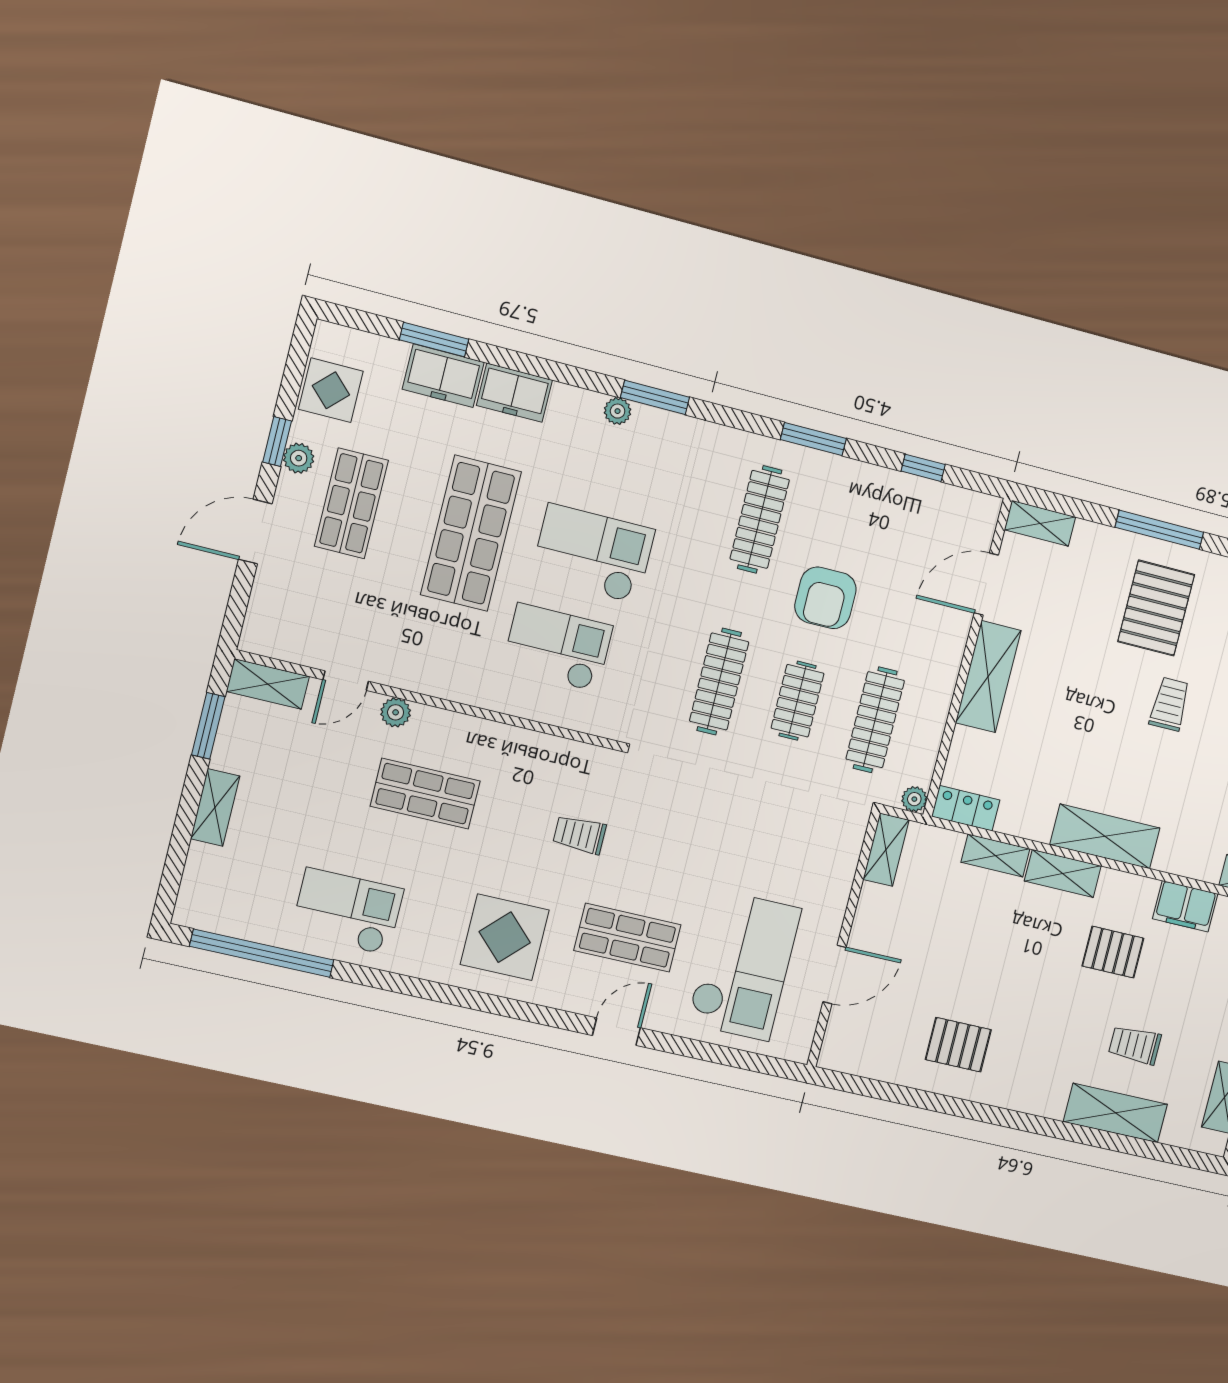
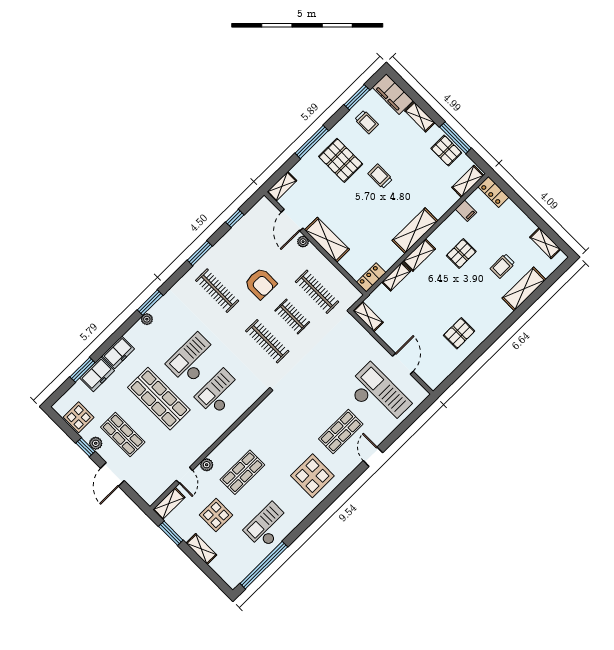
display table: (304, 794) -> (216, 515), added
plant: (914, 799) -> (303, 242), moved
trolley: (580, 835) -> (292, 426), removed
filing cabinet: (1185, 906) -> (466, 211), width x0.50

